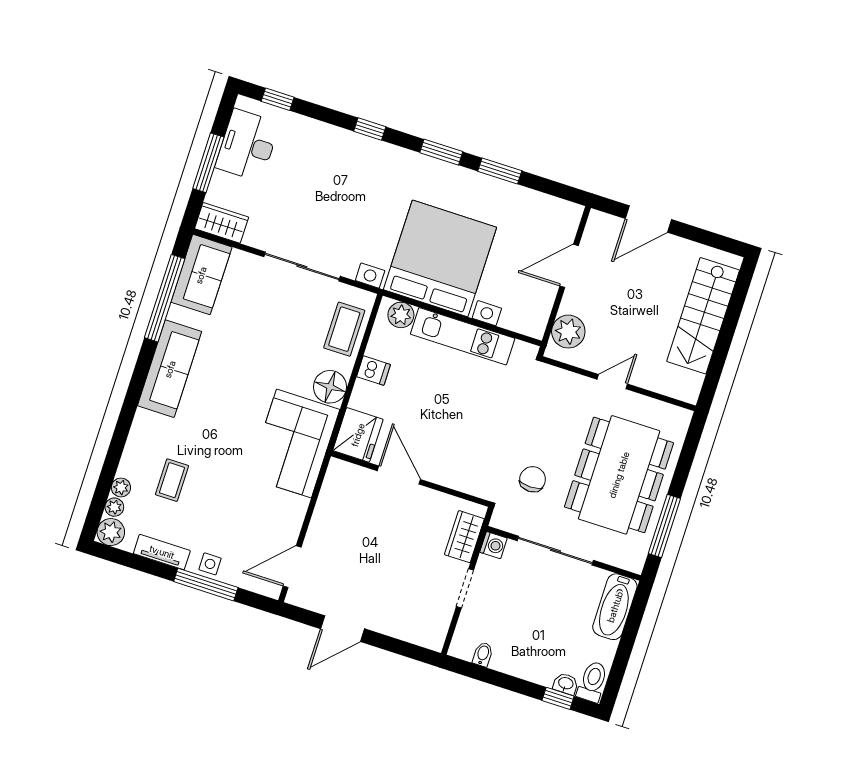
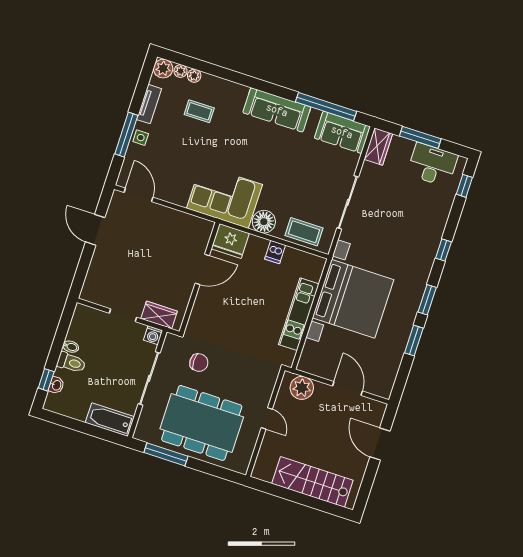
plant: (401, 315) -> (314, 271), removed
bidet: (483, 654) -> (71, 347), moved
toilet: (592, 682) -> (71, 362), moved

